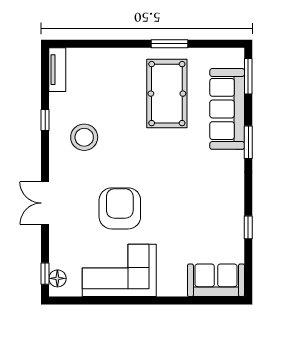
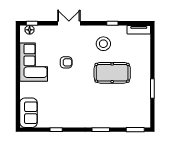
pool table: (167, 94) -> (112, 73), moved
sofa: (227, 109) -> (118, 119), removed
armchair: (120, 208) -> (66, 62), width x0.53, depth x0.53

